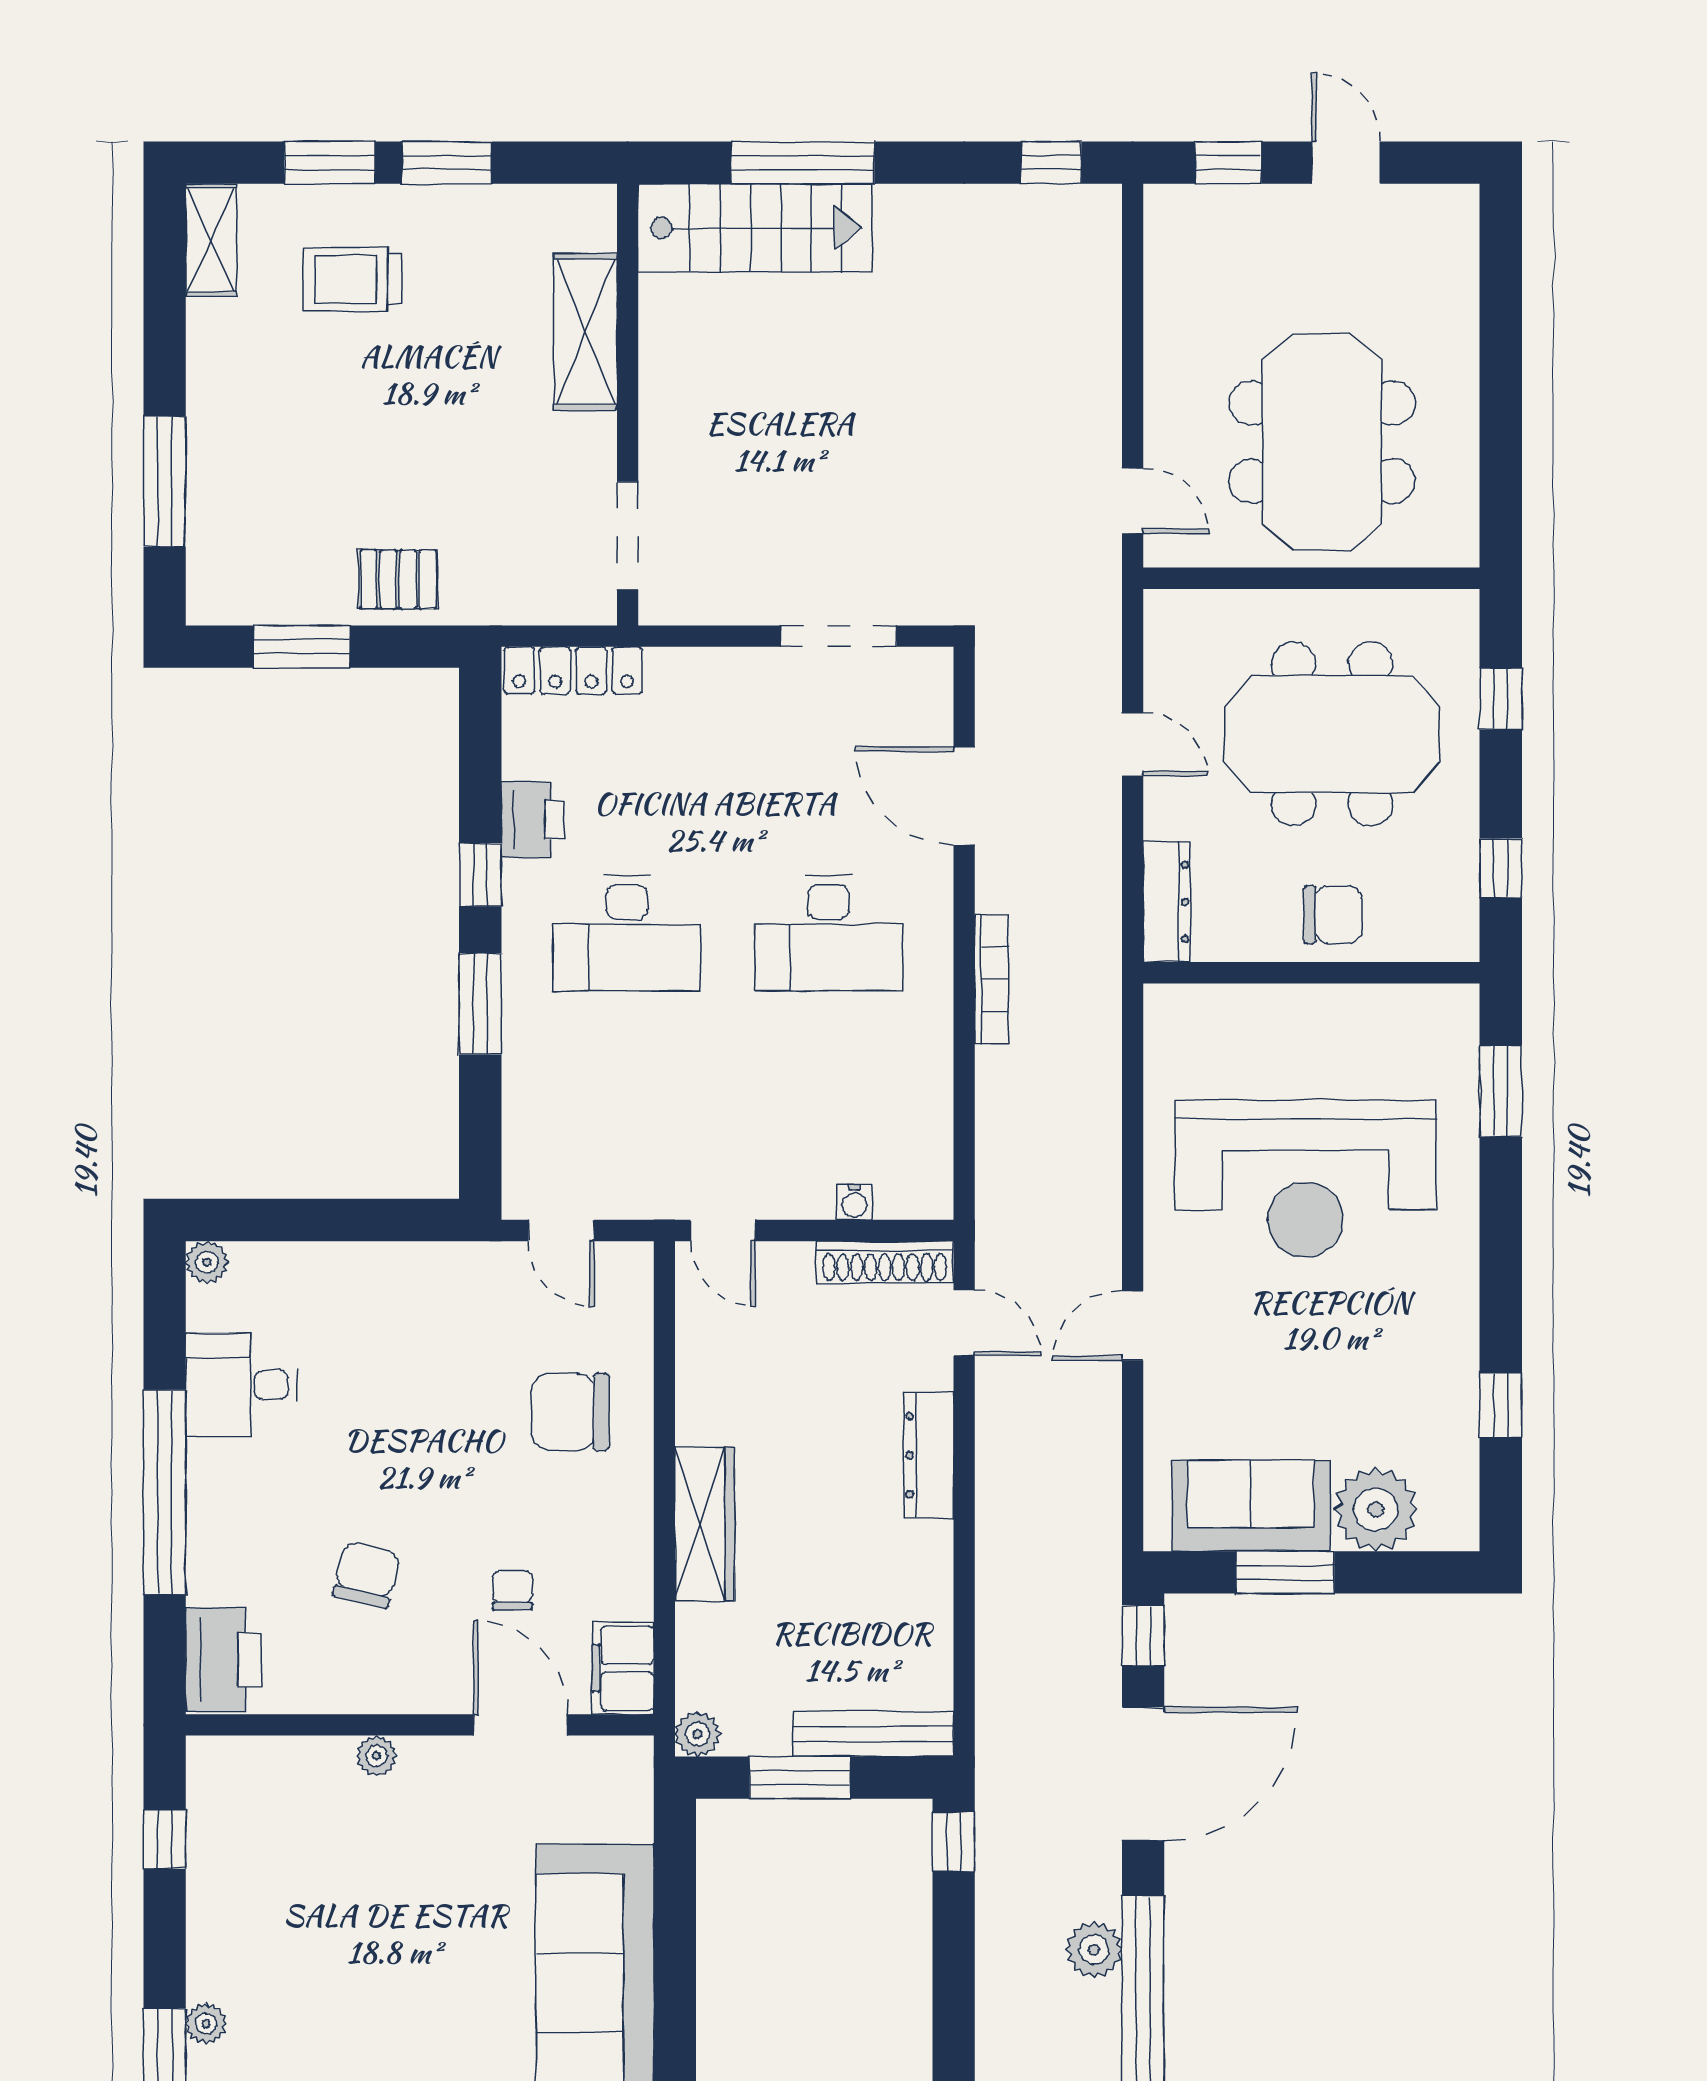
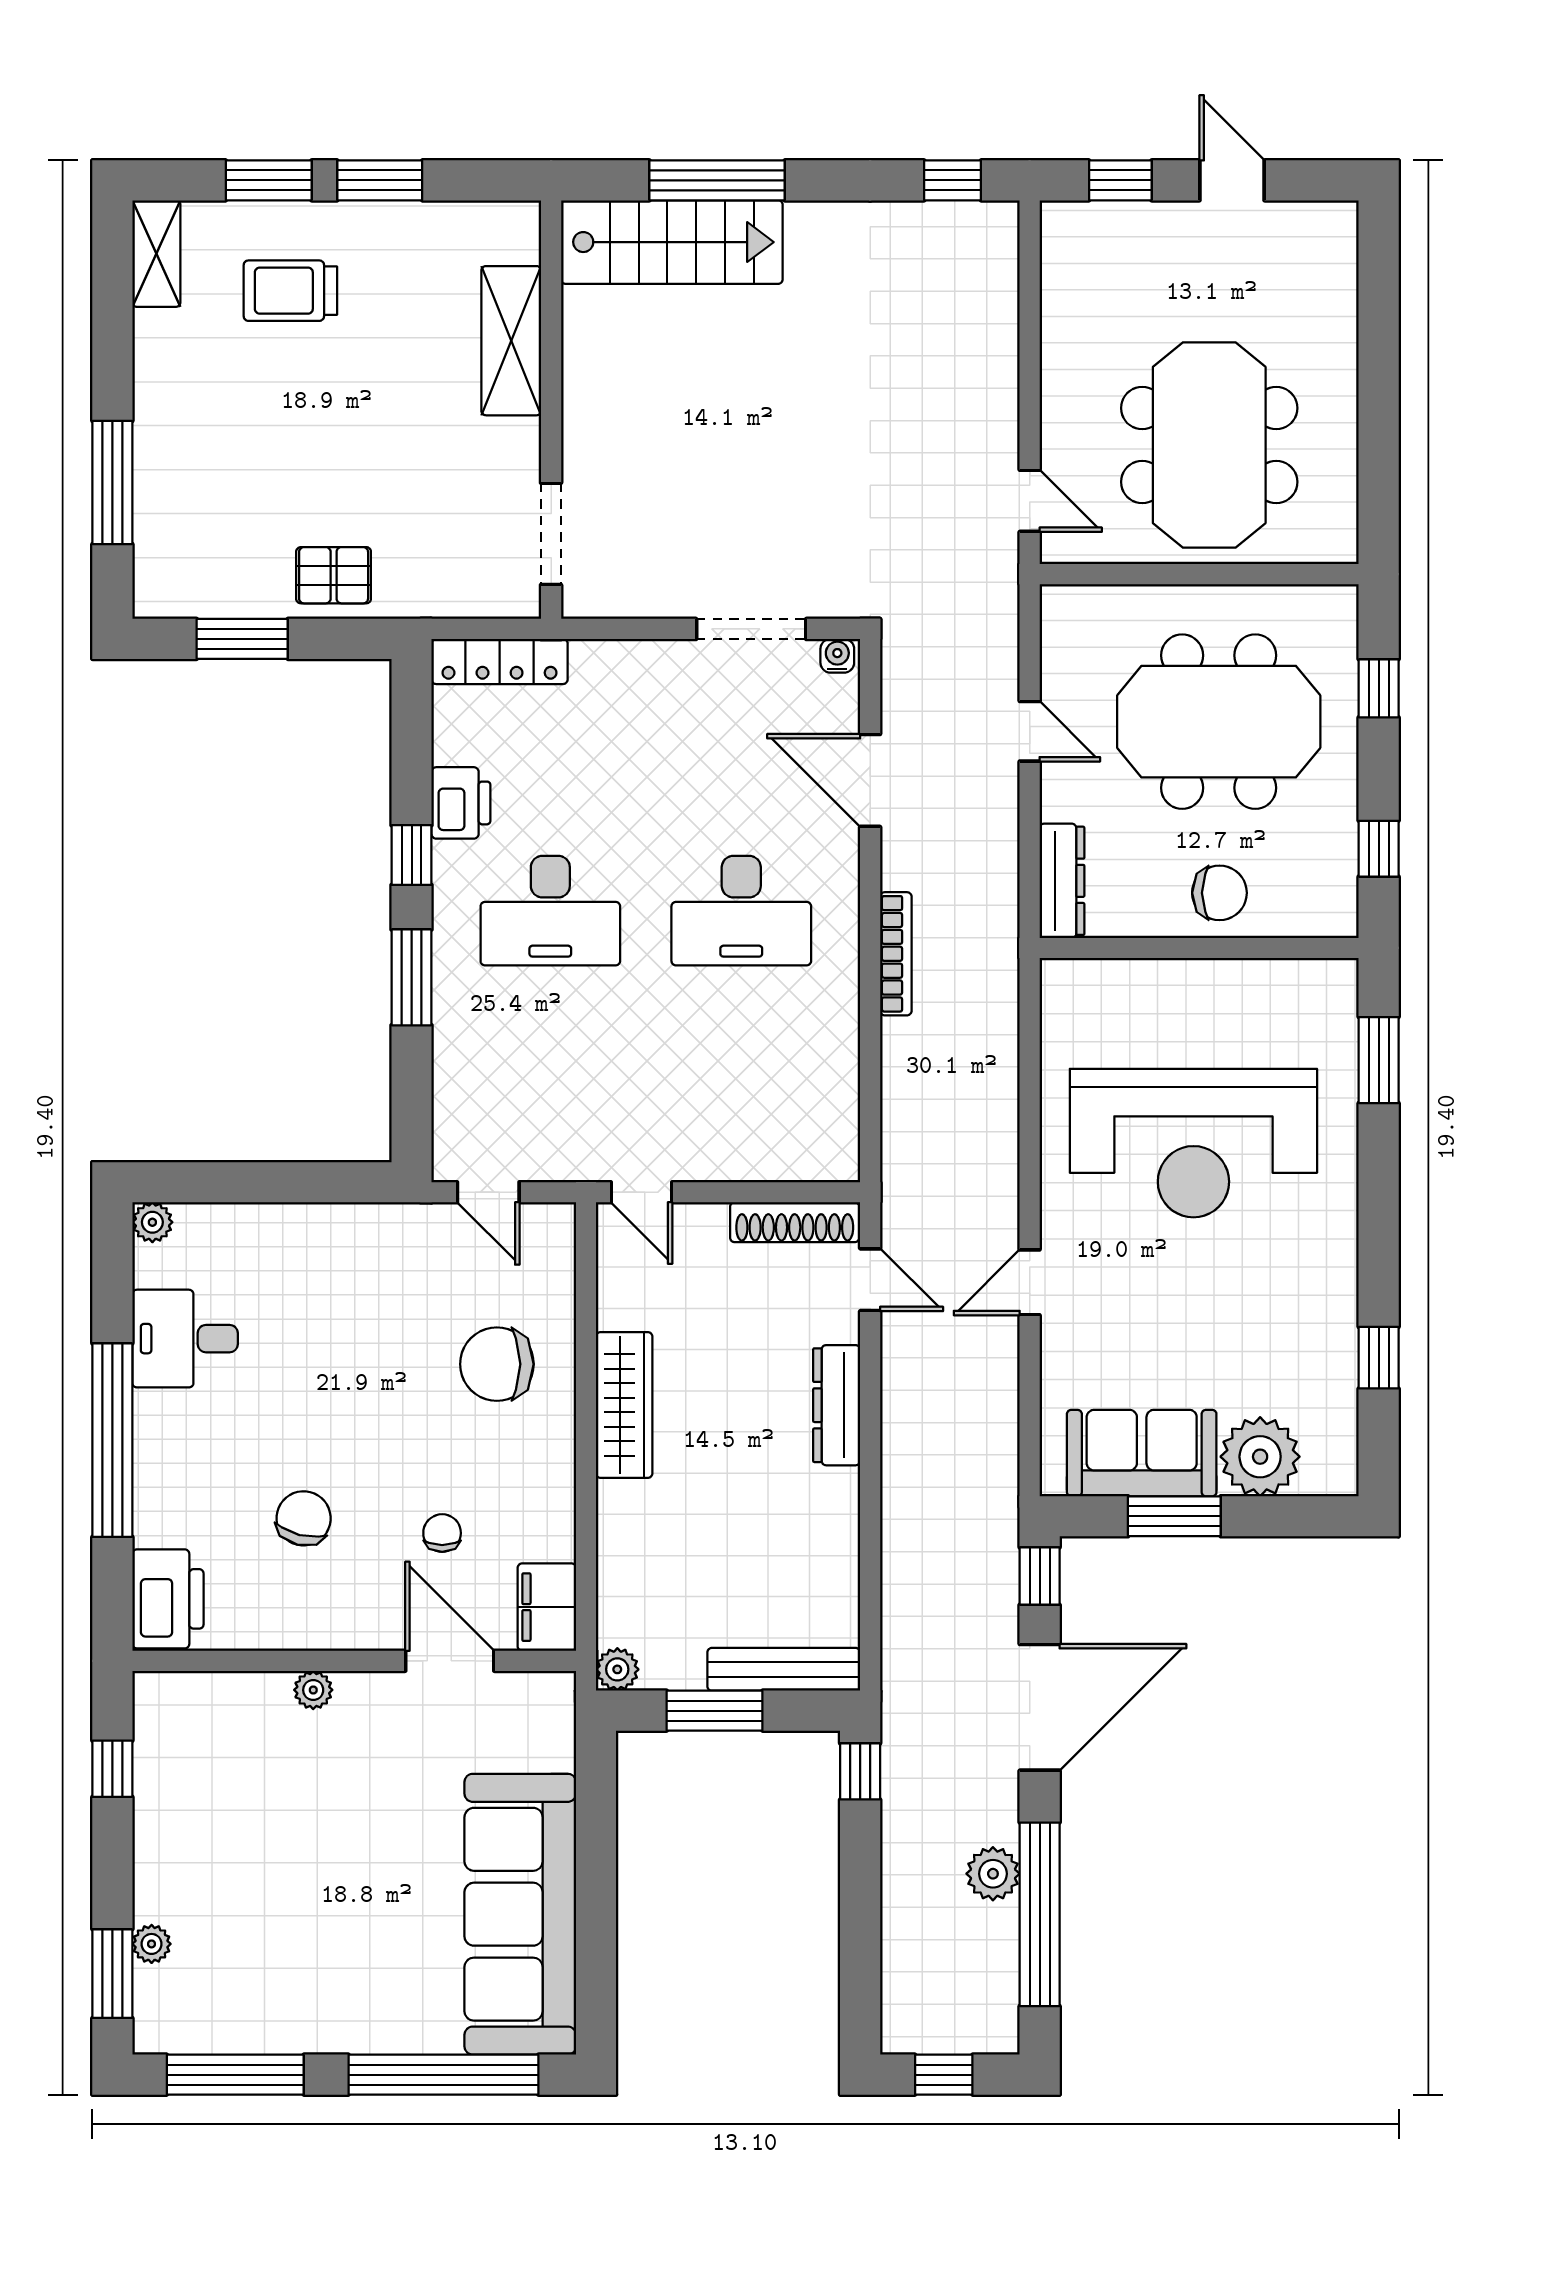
water cooler: (854, 1202) -> (837, 656), moved, turned 180
wardrobe: (705, 1524) -> (624, 1405), moved

